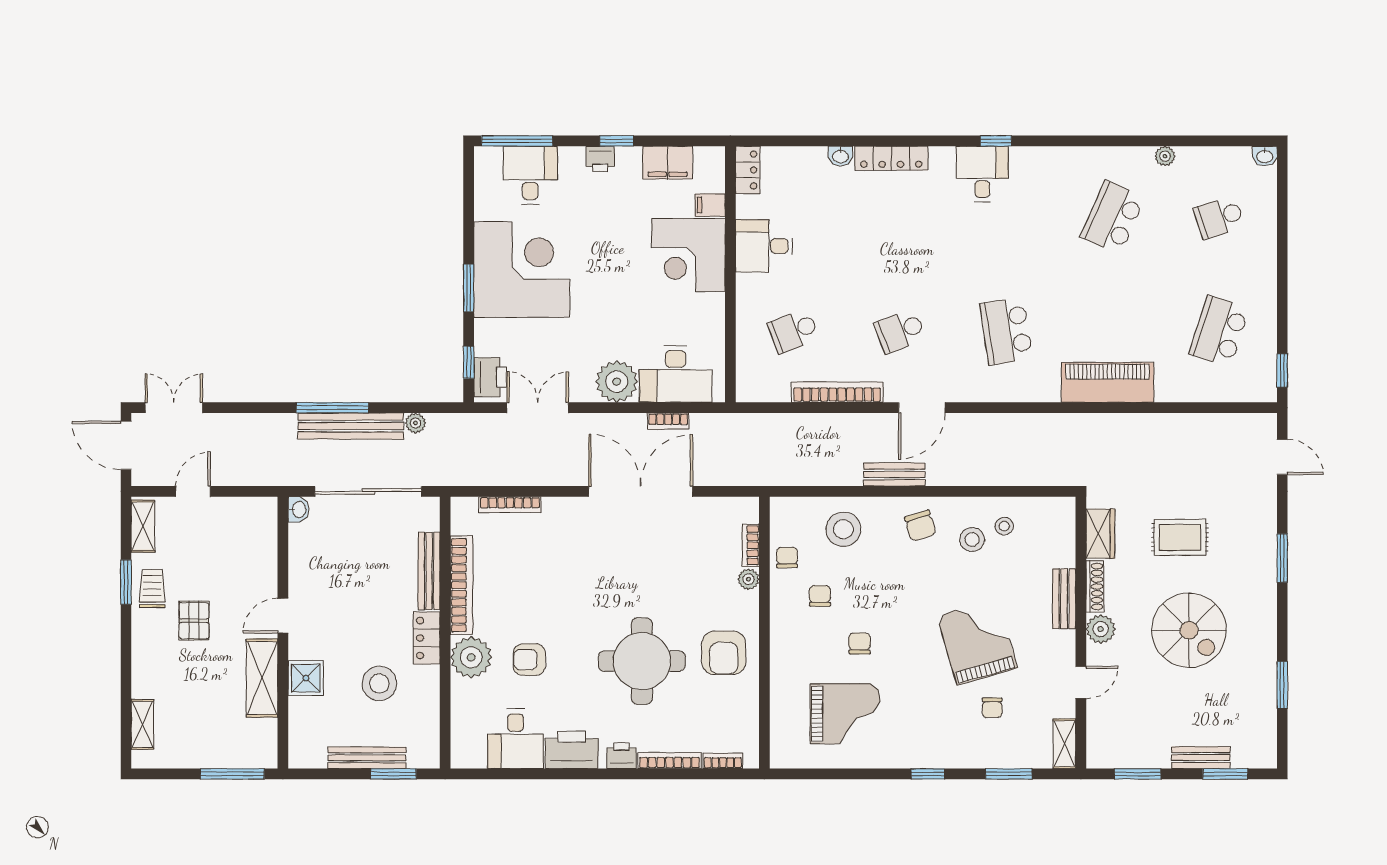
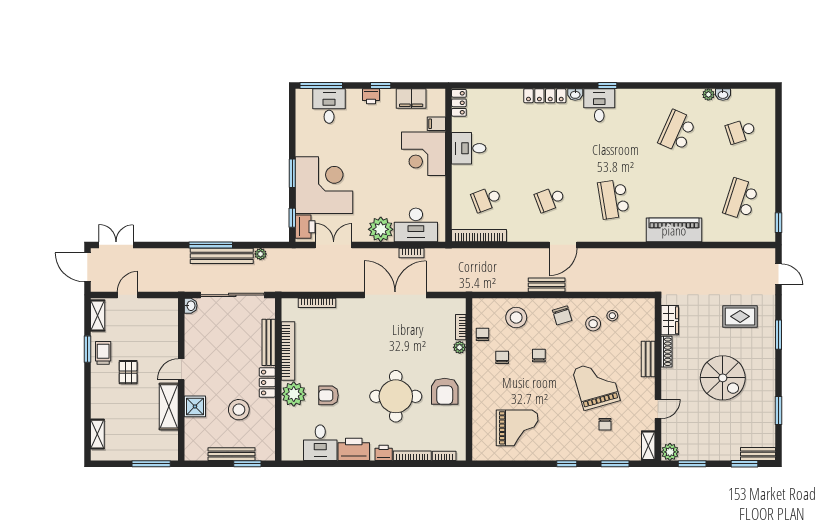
washbasin: (840, 156) -> (575, 94), moved
washbasin: (1265, 156) -> (723, 94), moved
corner desk: (522, 270) -> (324, 185), moved
bookcase: (837, 392) -> (479, 236), moved
rug: (1180, 537) -> (740, 316), moved
plant: (1101, 629) -> (670, 452), moved
chair: (860, 643) -> (539, 356), moved
bench: (1201, 758) -> (758, 454), moved

